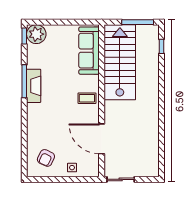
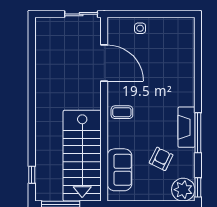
sofa: (89, 51) -> (119, 170), width x0.73
armchair: (46, 158) -> (161, 159), moved

